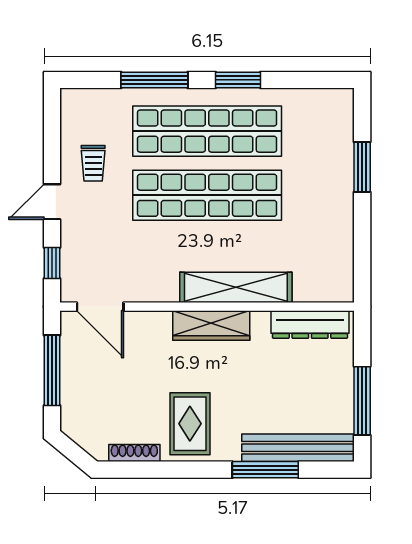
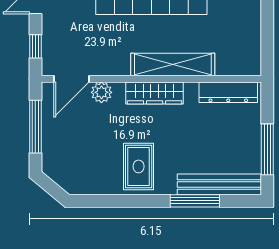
door: (100, 307) -> (71, 79), hinge flipped
plant: (140, 325) -> (101, 92), added
shoe rack: (134, 453) -> (97, 188), removed

